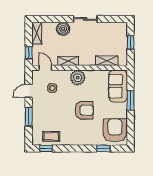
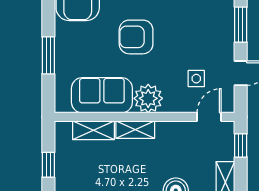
shelving: (68, 61) -> (135, 130), moved
door: (45, 68) -> (209, 117), swing flipped
sofa: (118, 86) -> (102, 95), moved, turned -90

